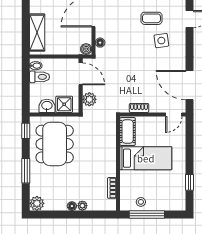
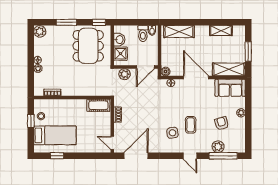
dining table: (55, 144) -> (88, 46), turned 90
bed: (146, 158) -> (55, 135), moved, turned -90
window: (147, 214) -> (31, 121), width x0.46

